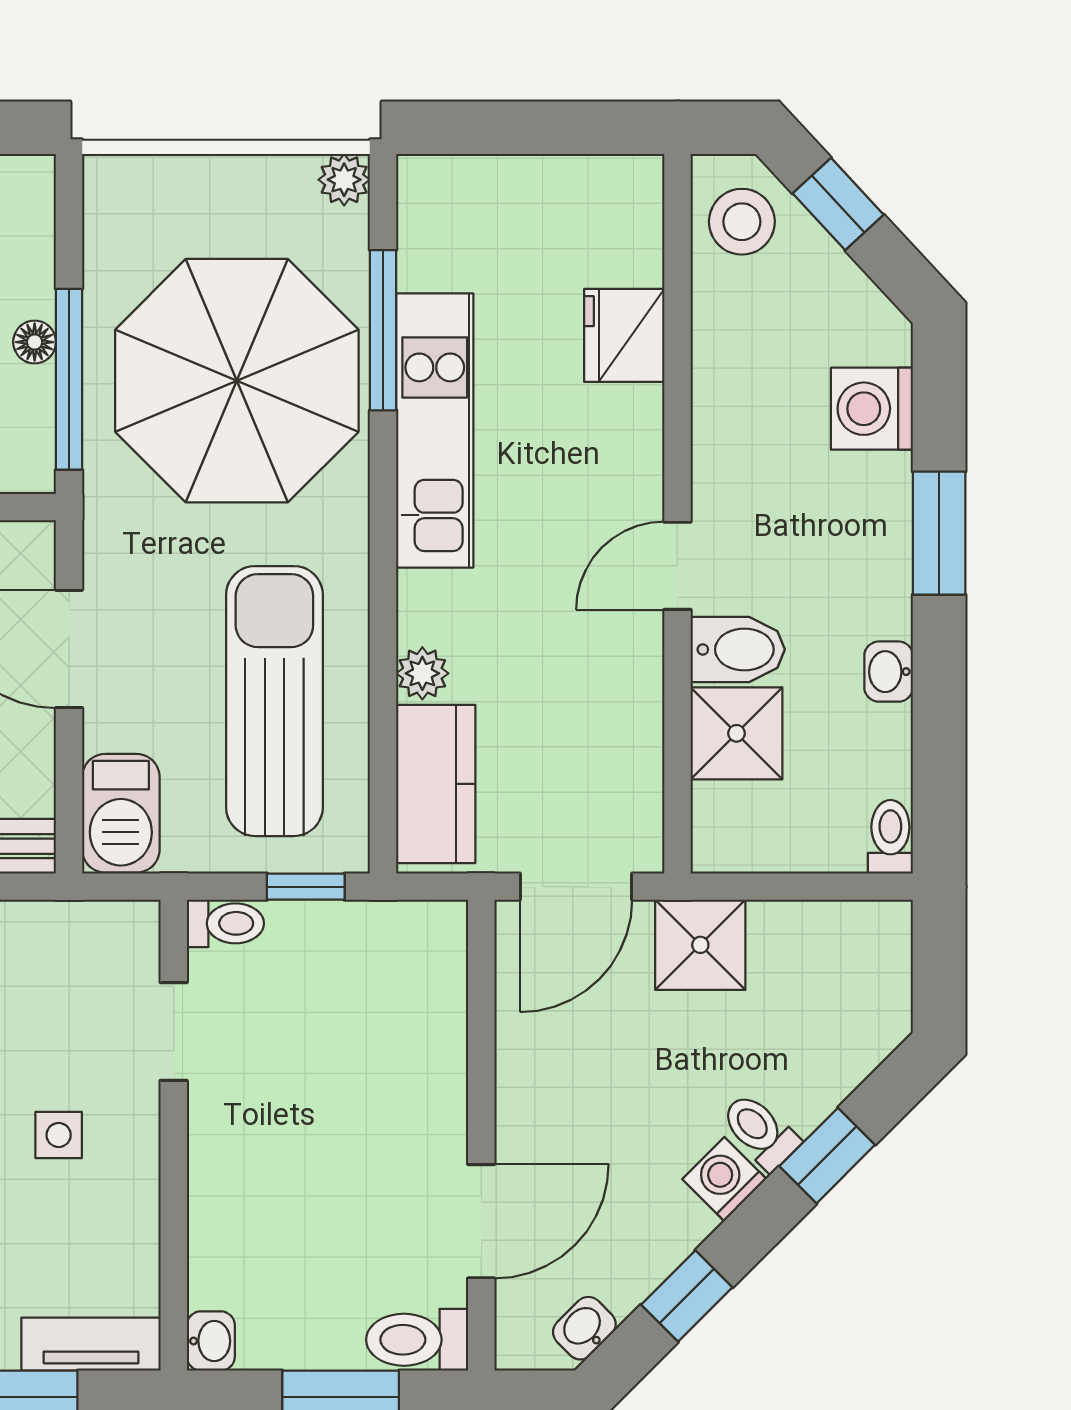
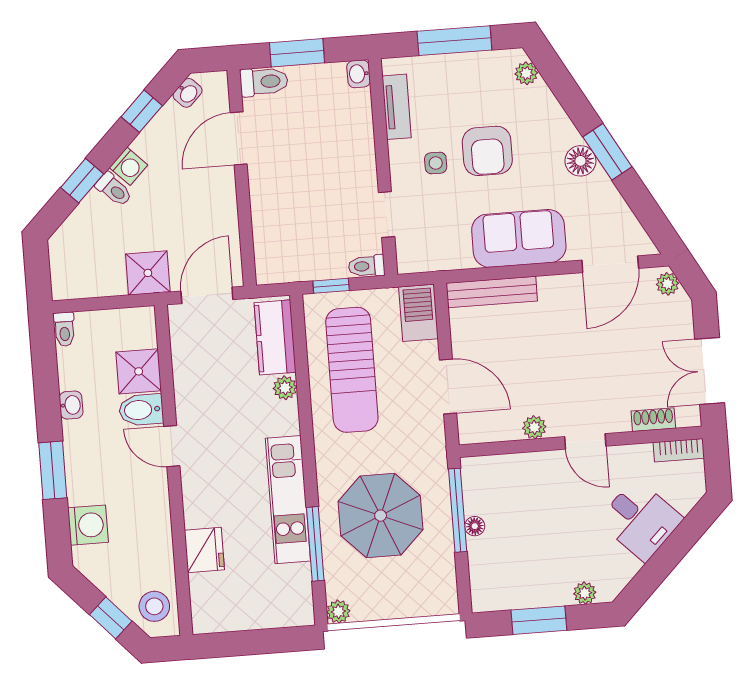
parasol: (237, 381) -> (381, 516), width x0.73, depth x0.73
door: (677, 566) -> (172, 446), swing flipped
tv unit: (91, 1344) -> (397, 107), moved, turned -90

